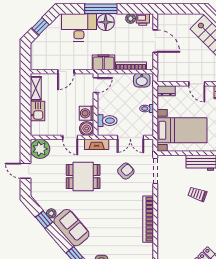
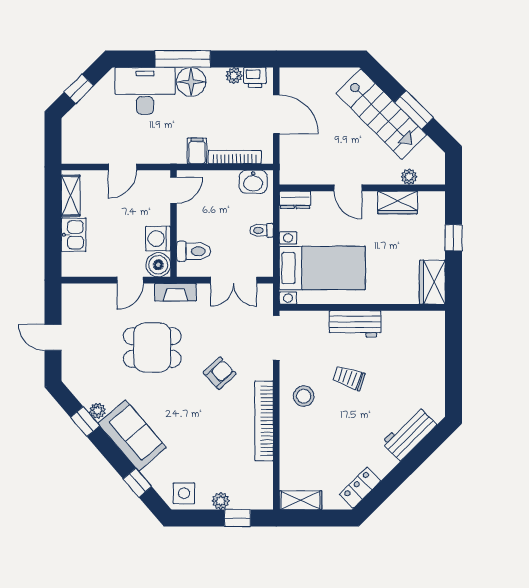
filing cabinet: (103, 62) -> (197, 151), width x0.50
door: (70, 137) -> (130, 280), hinge flipped
plant: (40, 149) -> (78, 300), removed
armchair: (126, 171) -> (220, 373), moved
stool: (171, 205) -> (304, 396), added

